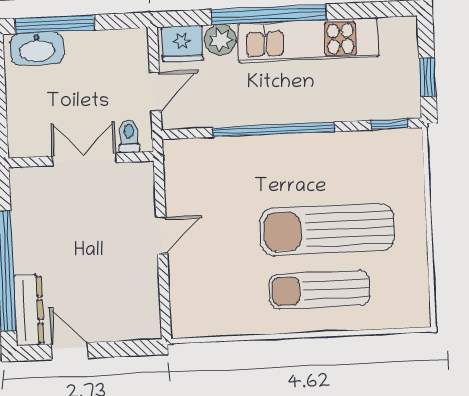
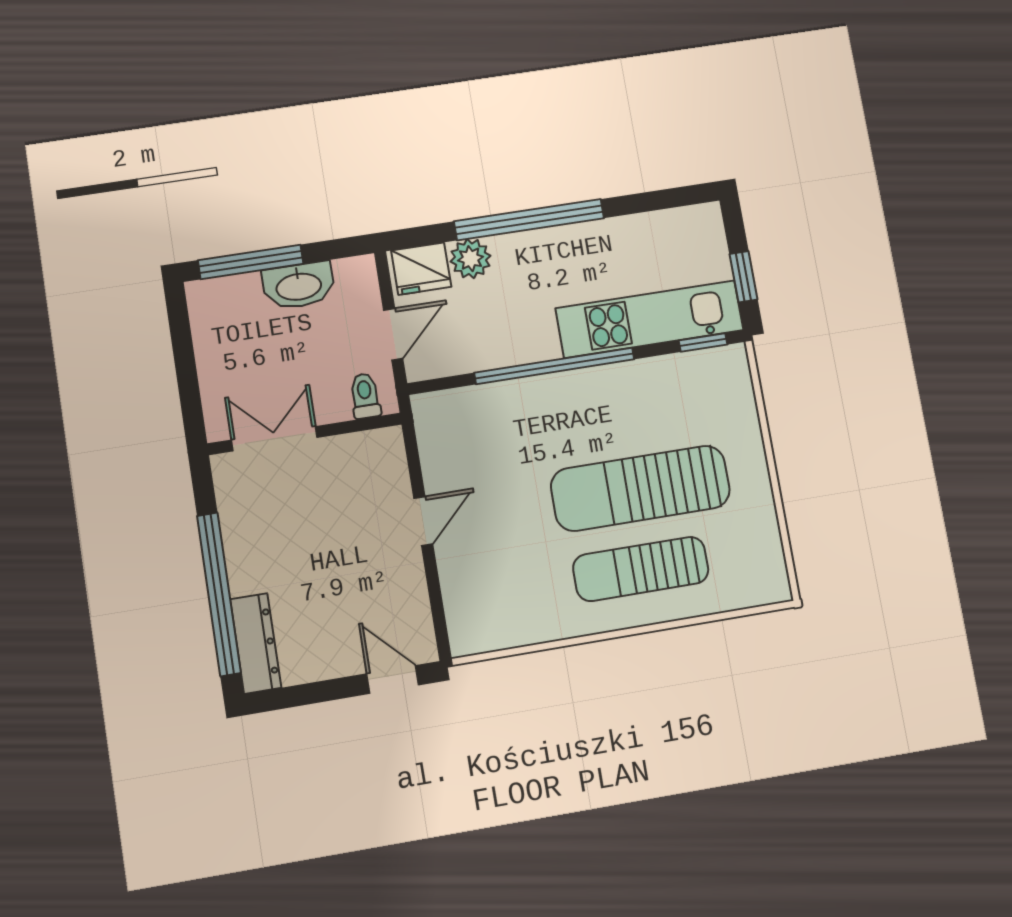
kitchen unit: (308, 40) -> (650, 319), moved, turned 180
washbasin: (37, 49) -> (299, 286), moved
double door: (84, 159) -> (274, 439), moved
door: (70, 351) -> (393, 679), moved

